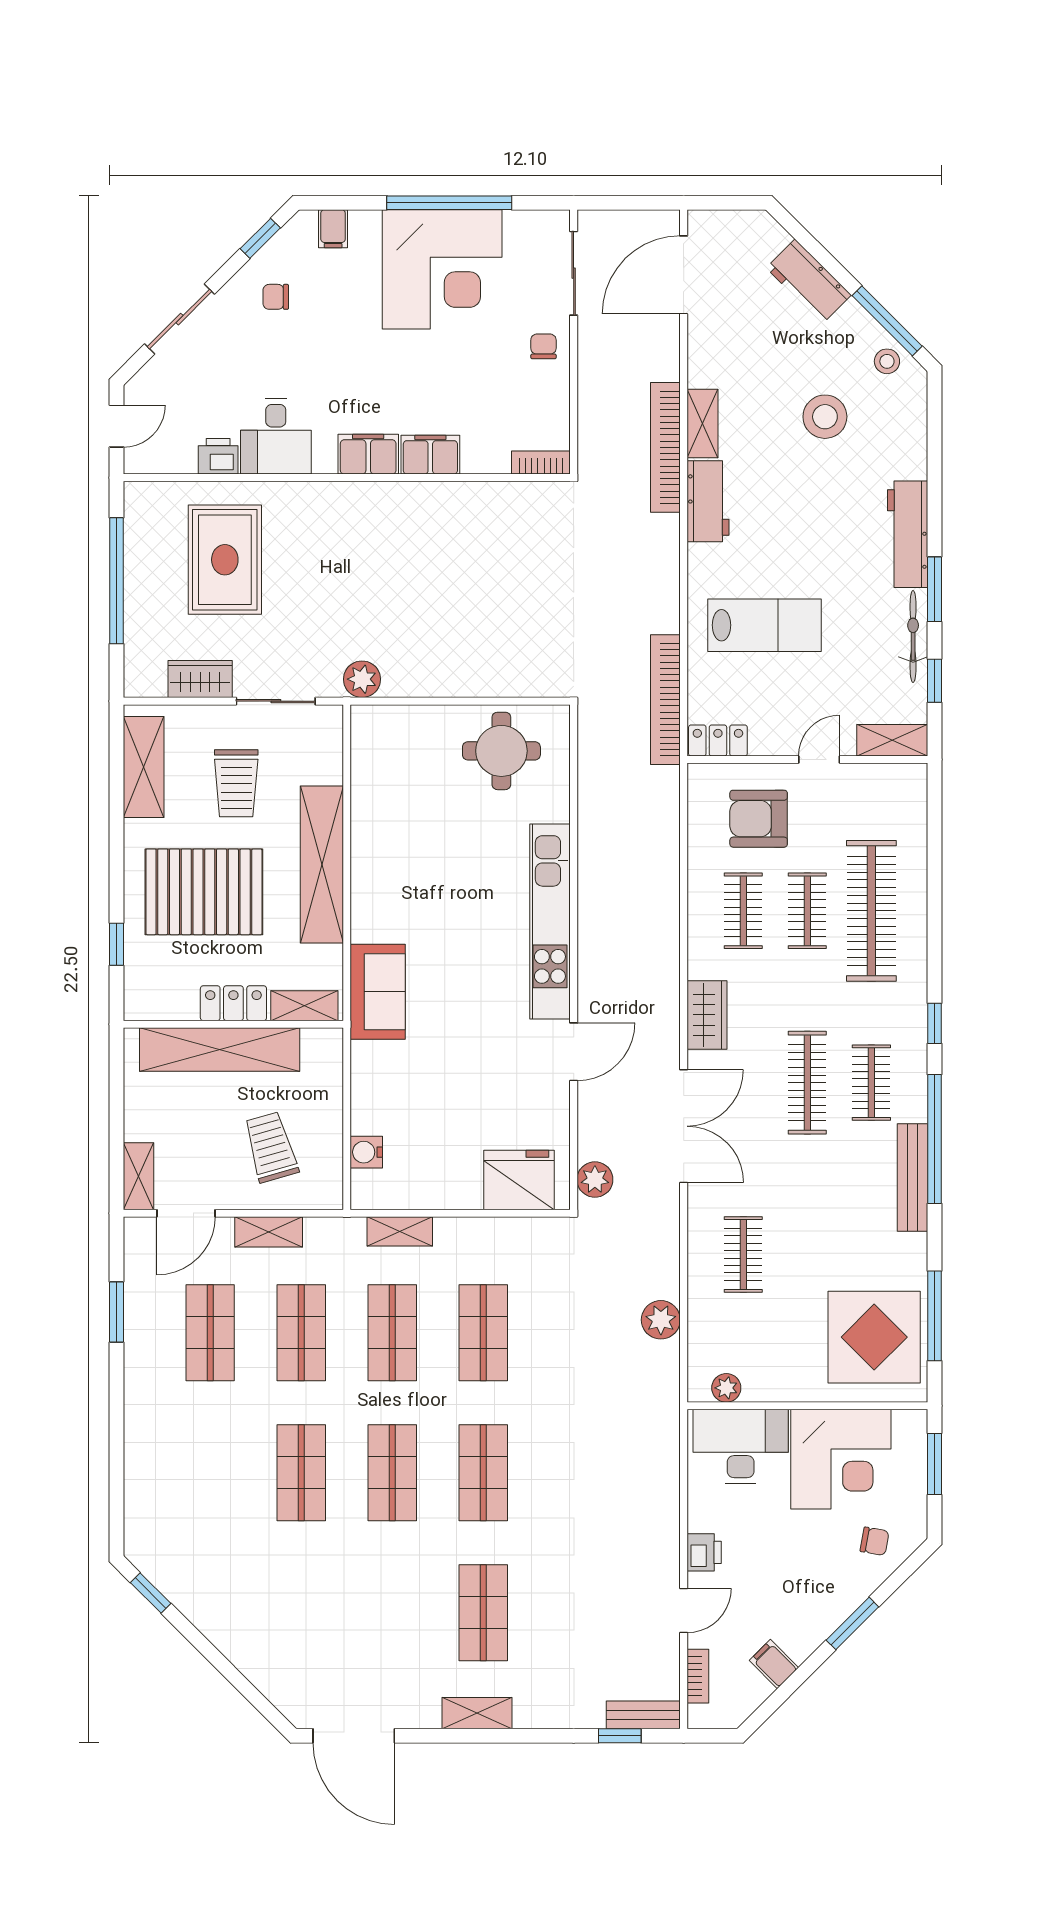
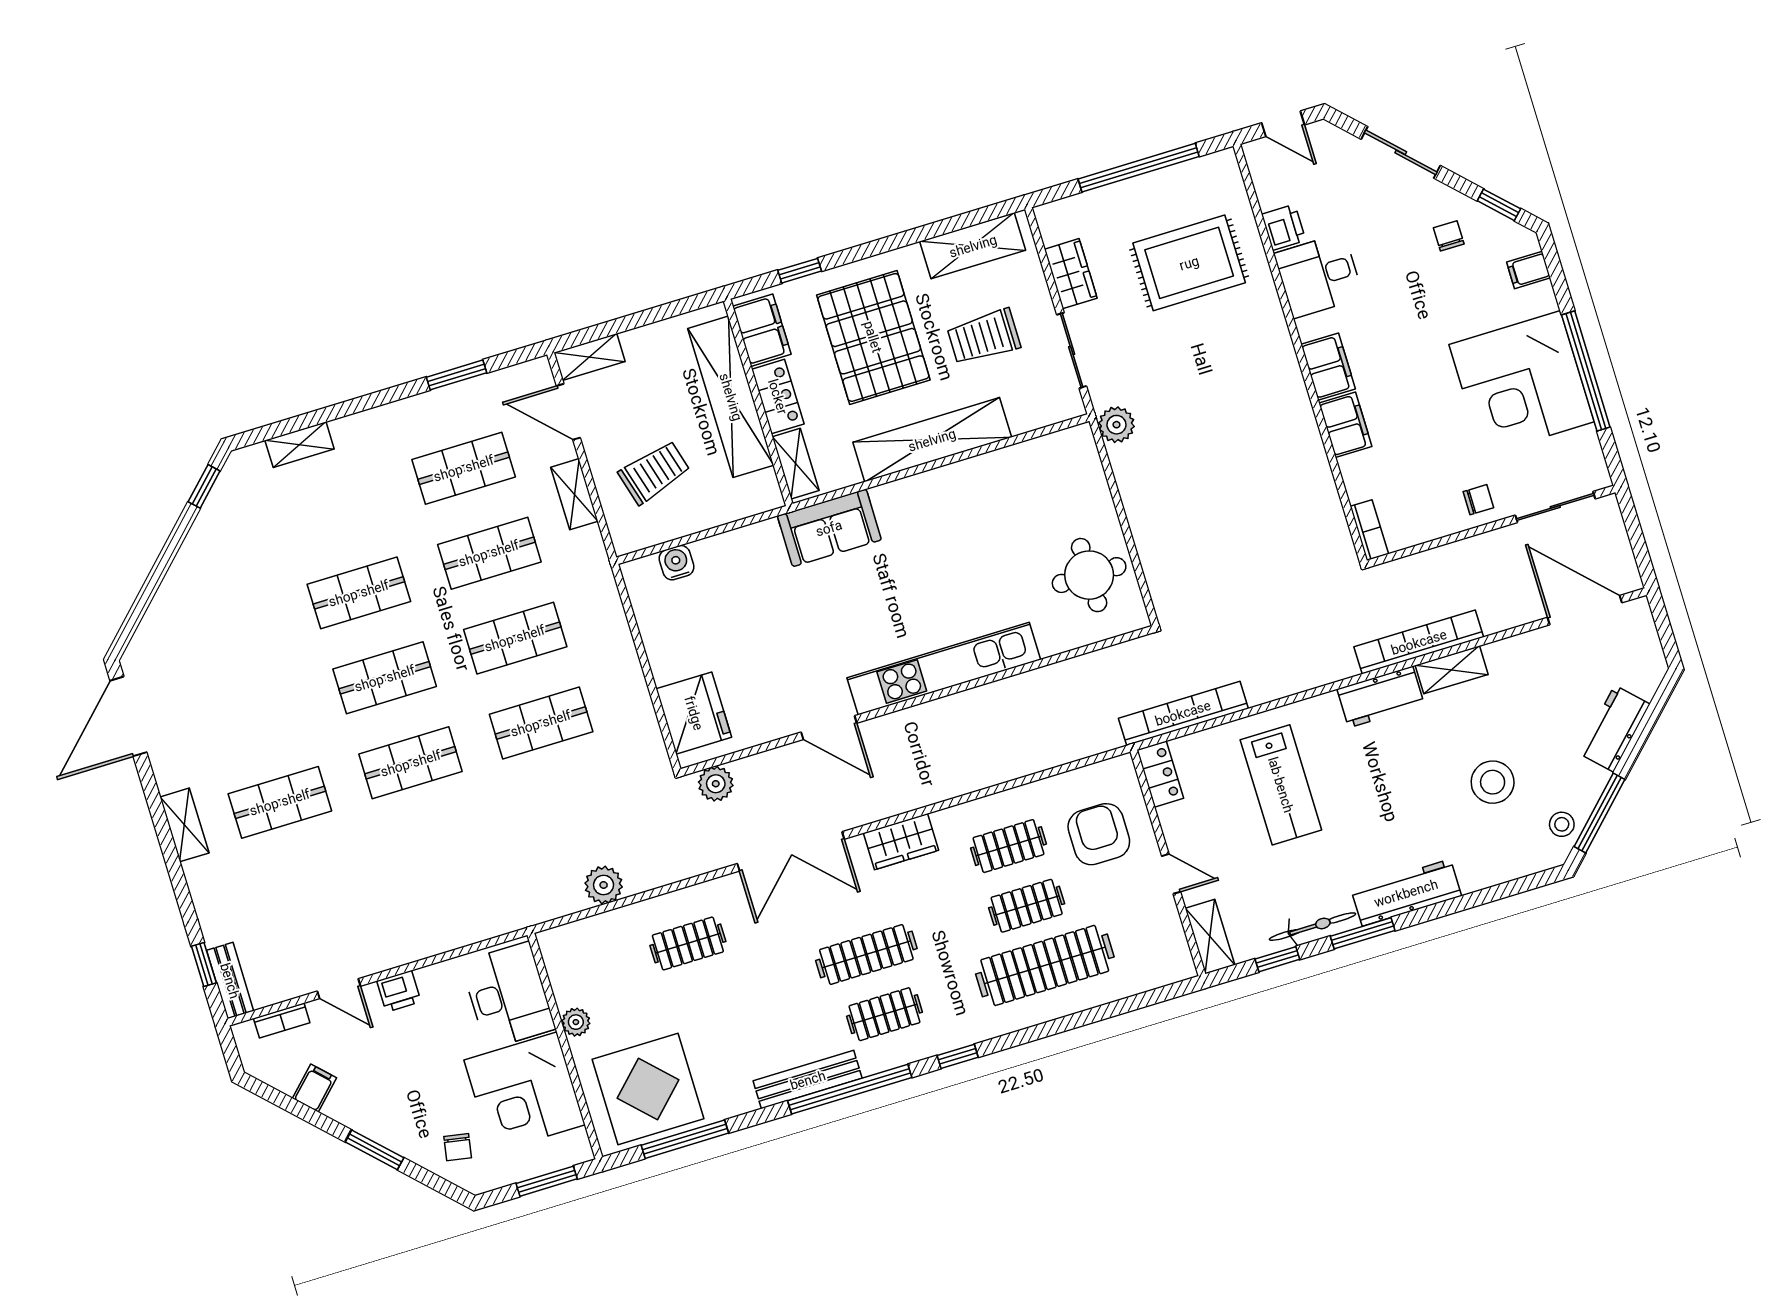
filing cabinet: (163, 999) -> (762, 330), added
shelving: (400, 1231) -> (300, 445), moved, turned 90
plant: (726, 1388) -> (576, 1022), moved

